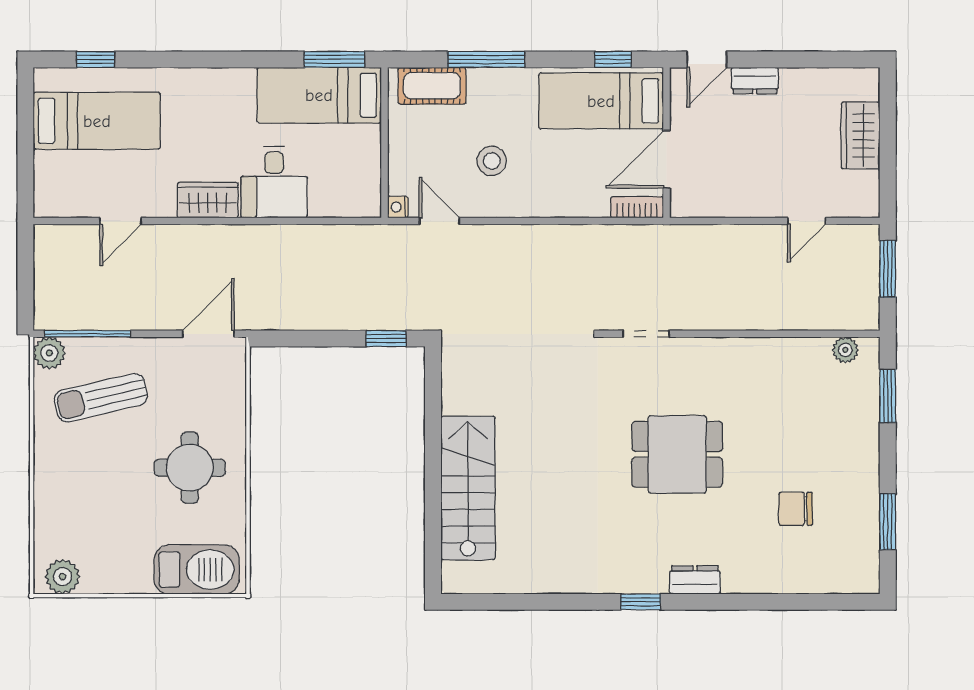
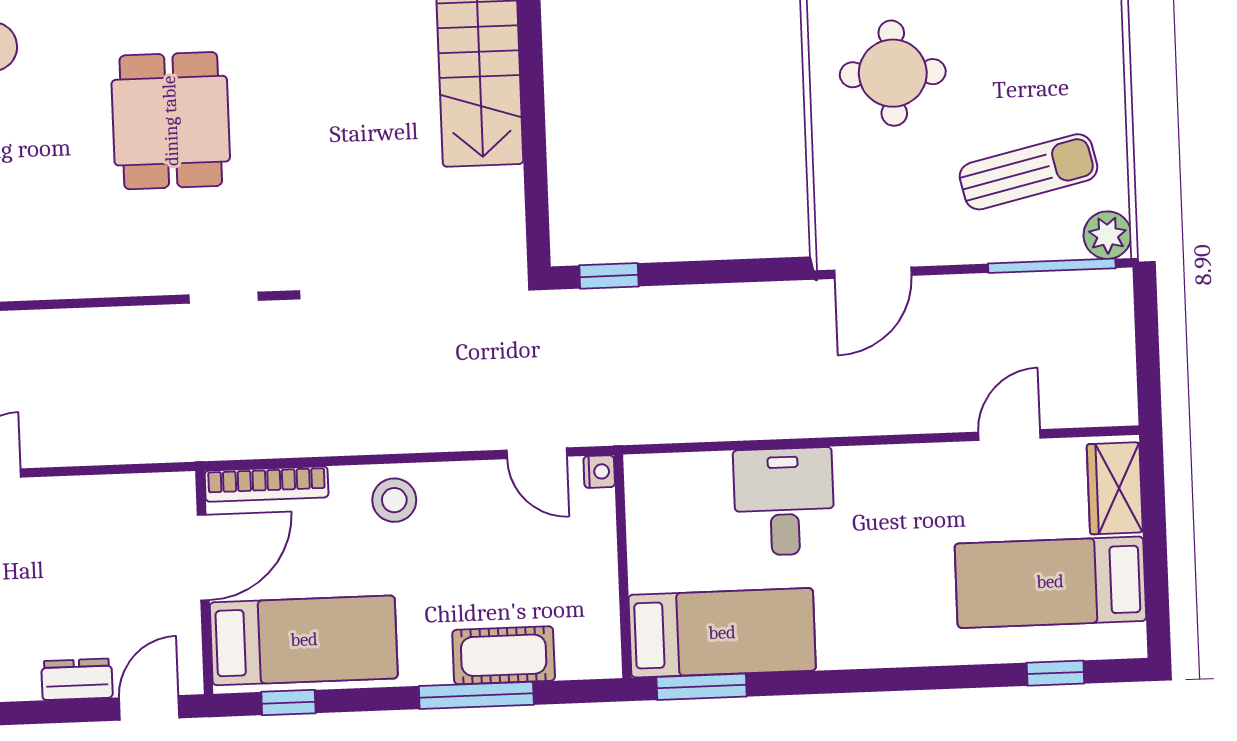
cot: (432, 86) -> (504, 655), moved
stool: (492, 161) -> (394, 500), moved
wardrobe: (208, 200) -> (1115, 488), moved, turned 90
bookcase: (637, 207) -> (267, 484), width x1.56
dining table: (677, 454) -> (171, 121), turned 90

